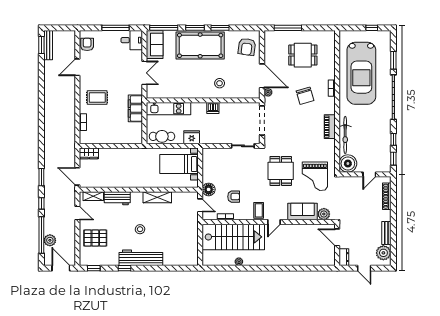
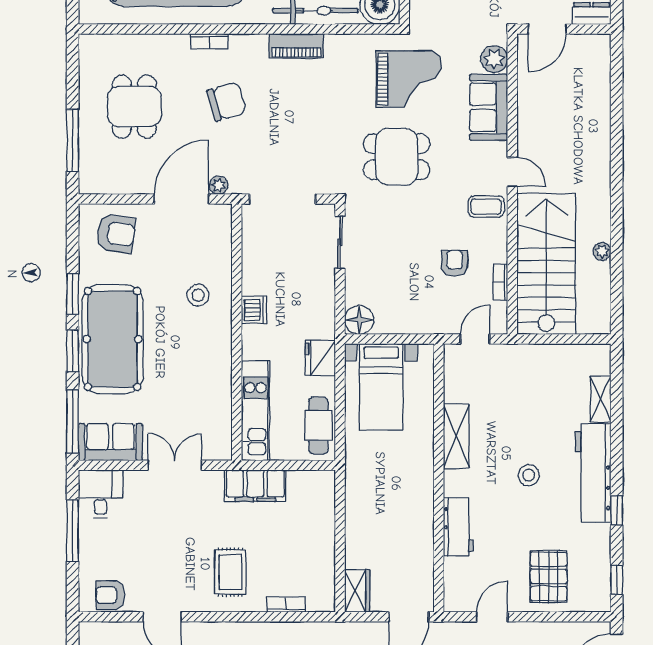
floor lamp: (209, 189) -> (359, 320), moved
shelving: (93, 196) -> (601, 399), moved

